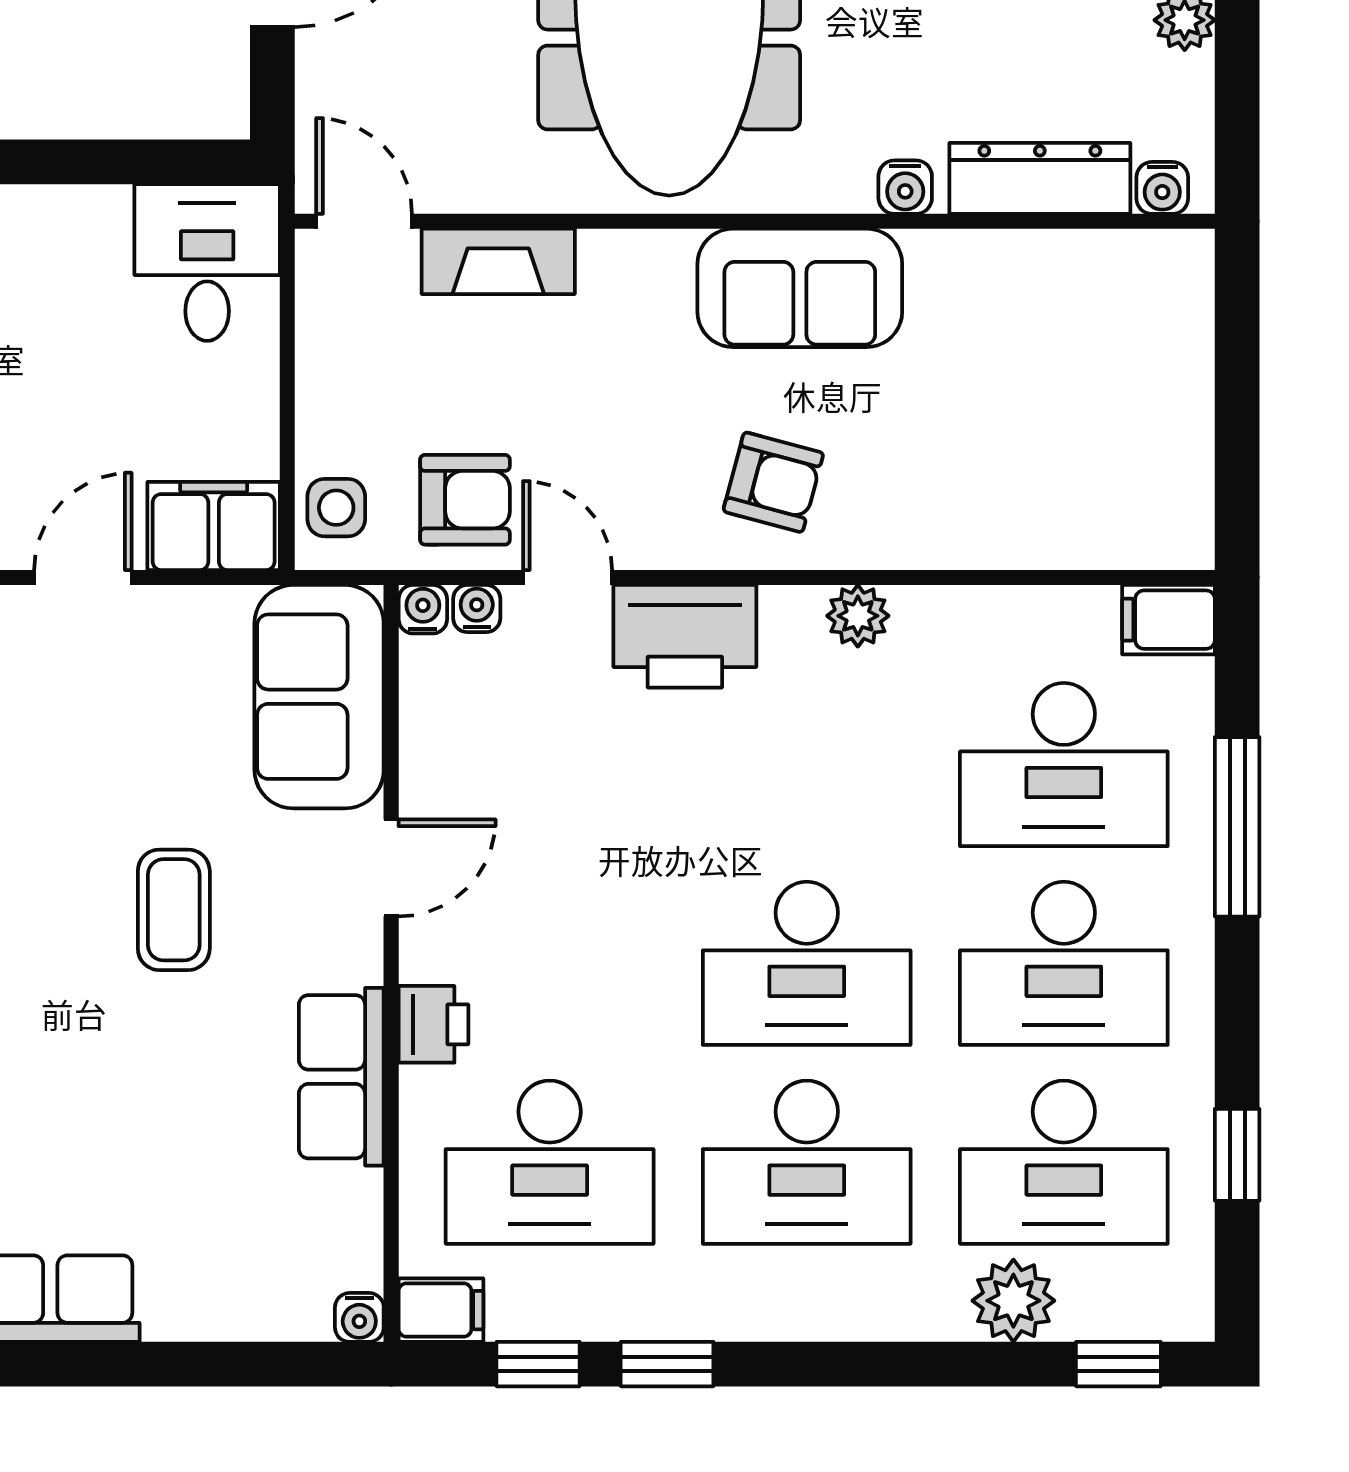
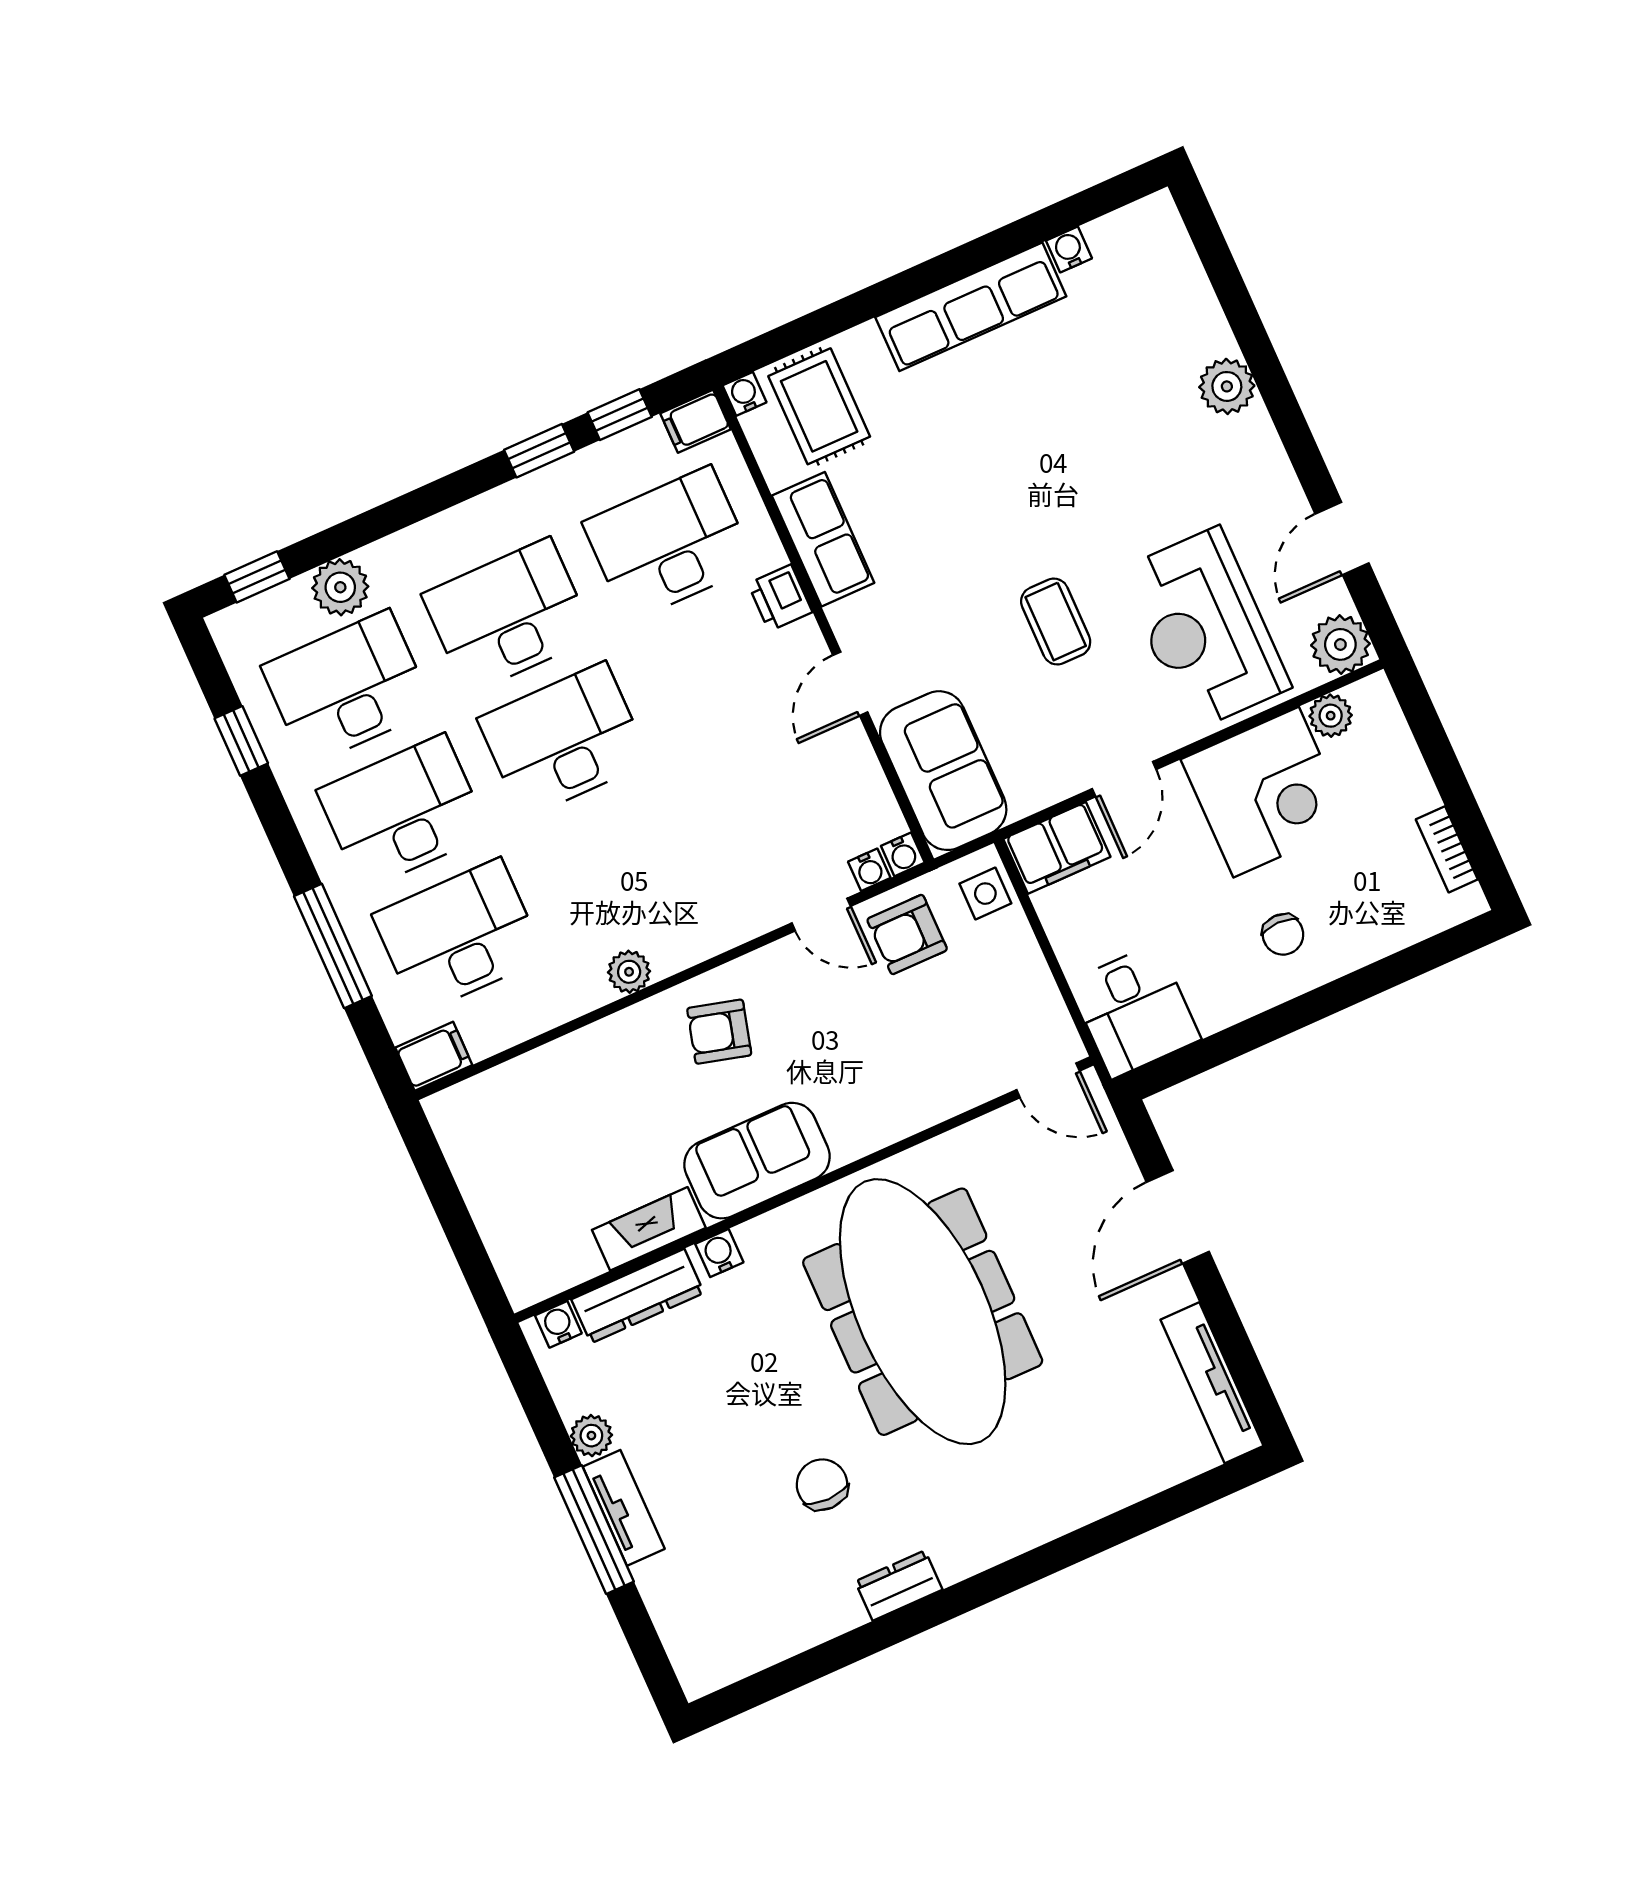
fireplace: (498, 261) -> (649, 1229), moved
printer: (685, 636) -> (731, 911), removed
coffee table: (174, 910) -> (1056, 622), moved
rug: (267, 1256) -> (819, 406), added

